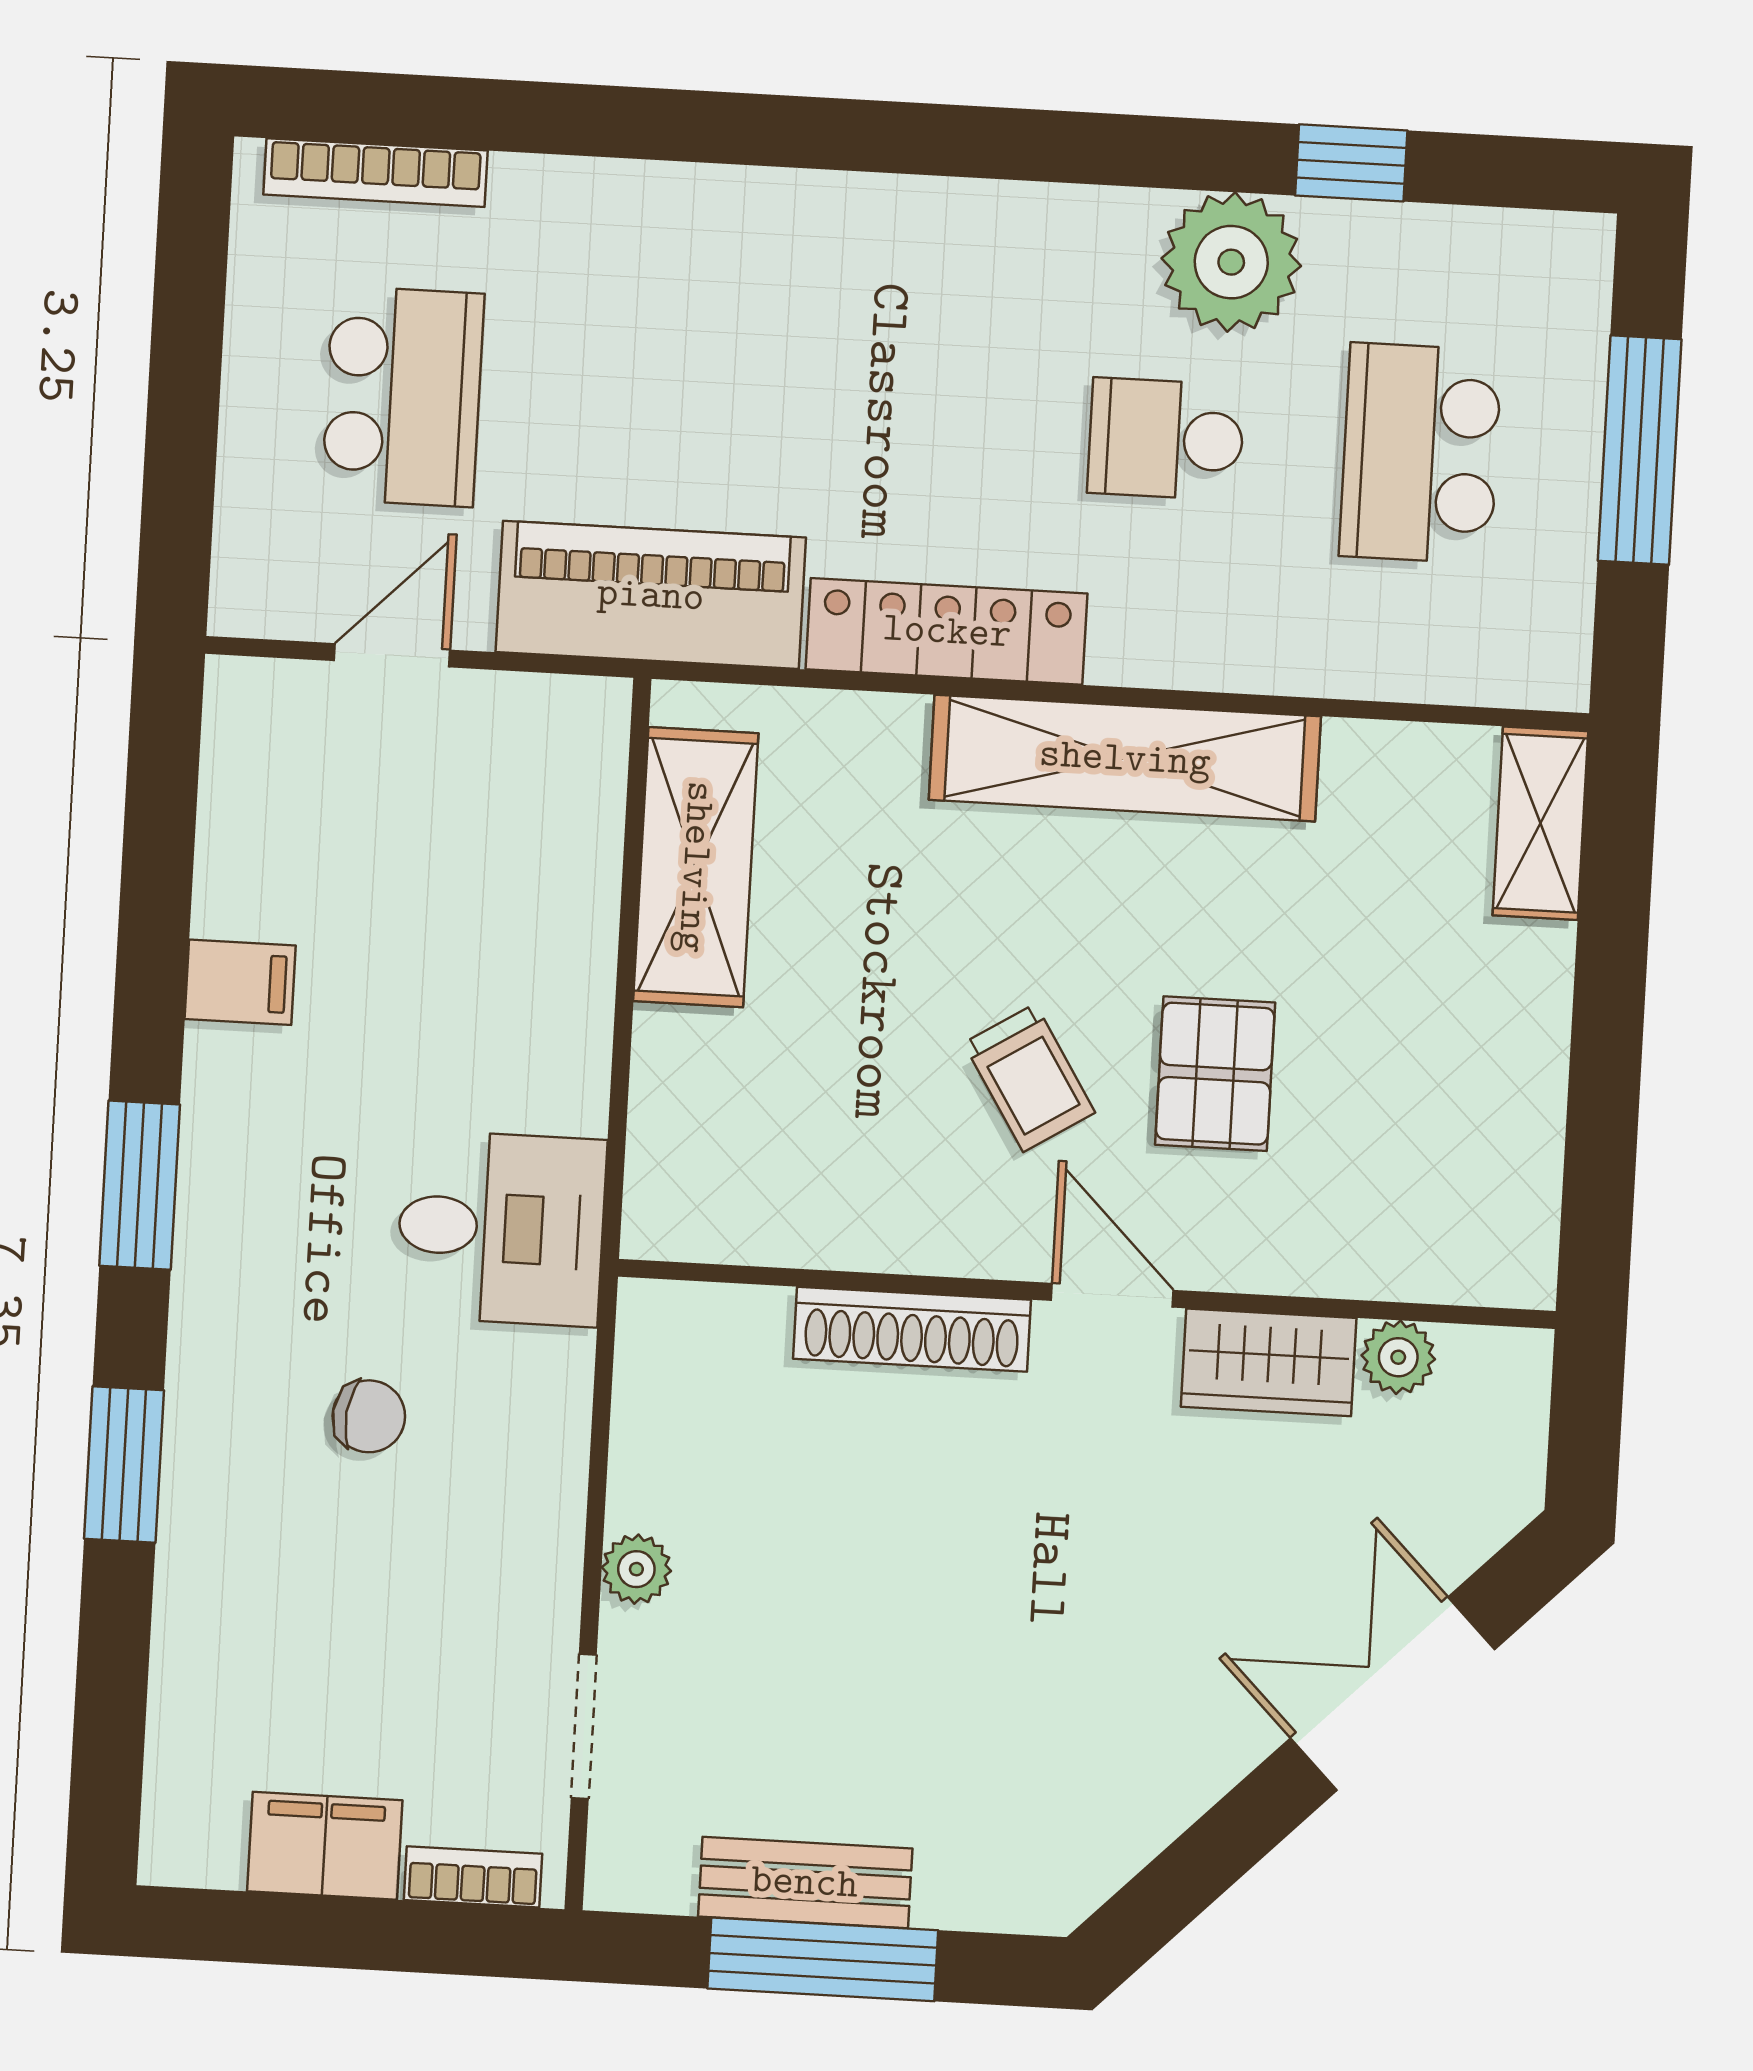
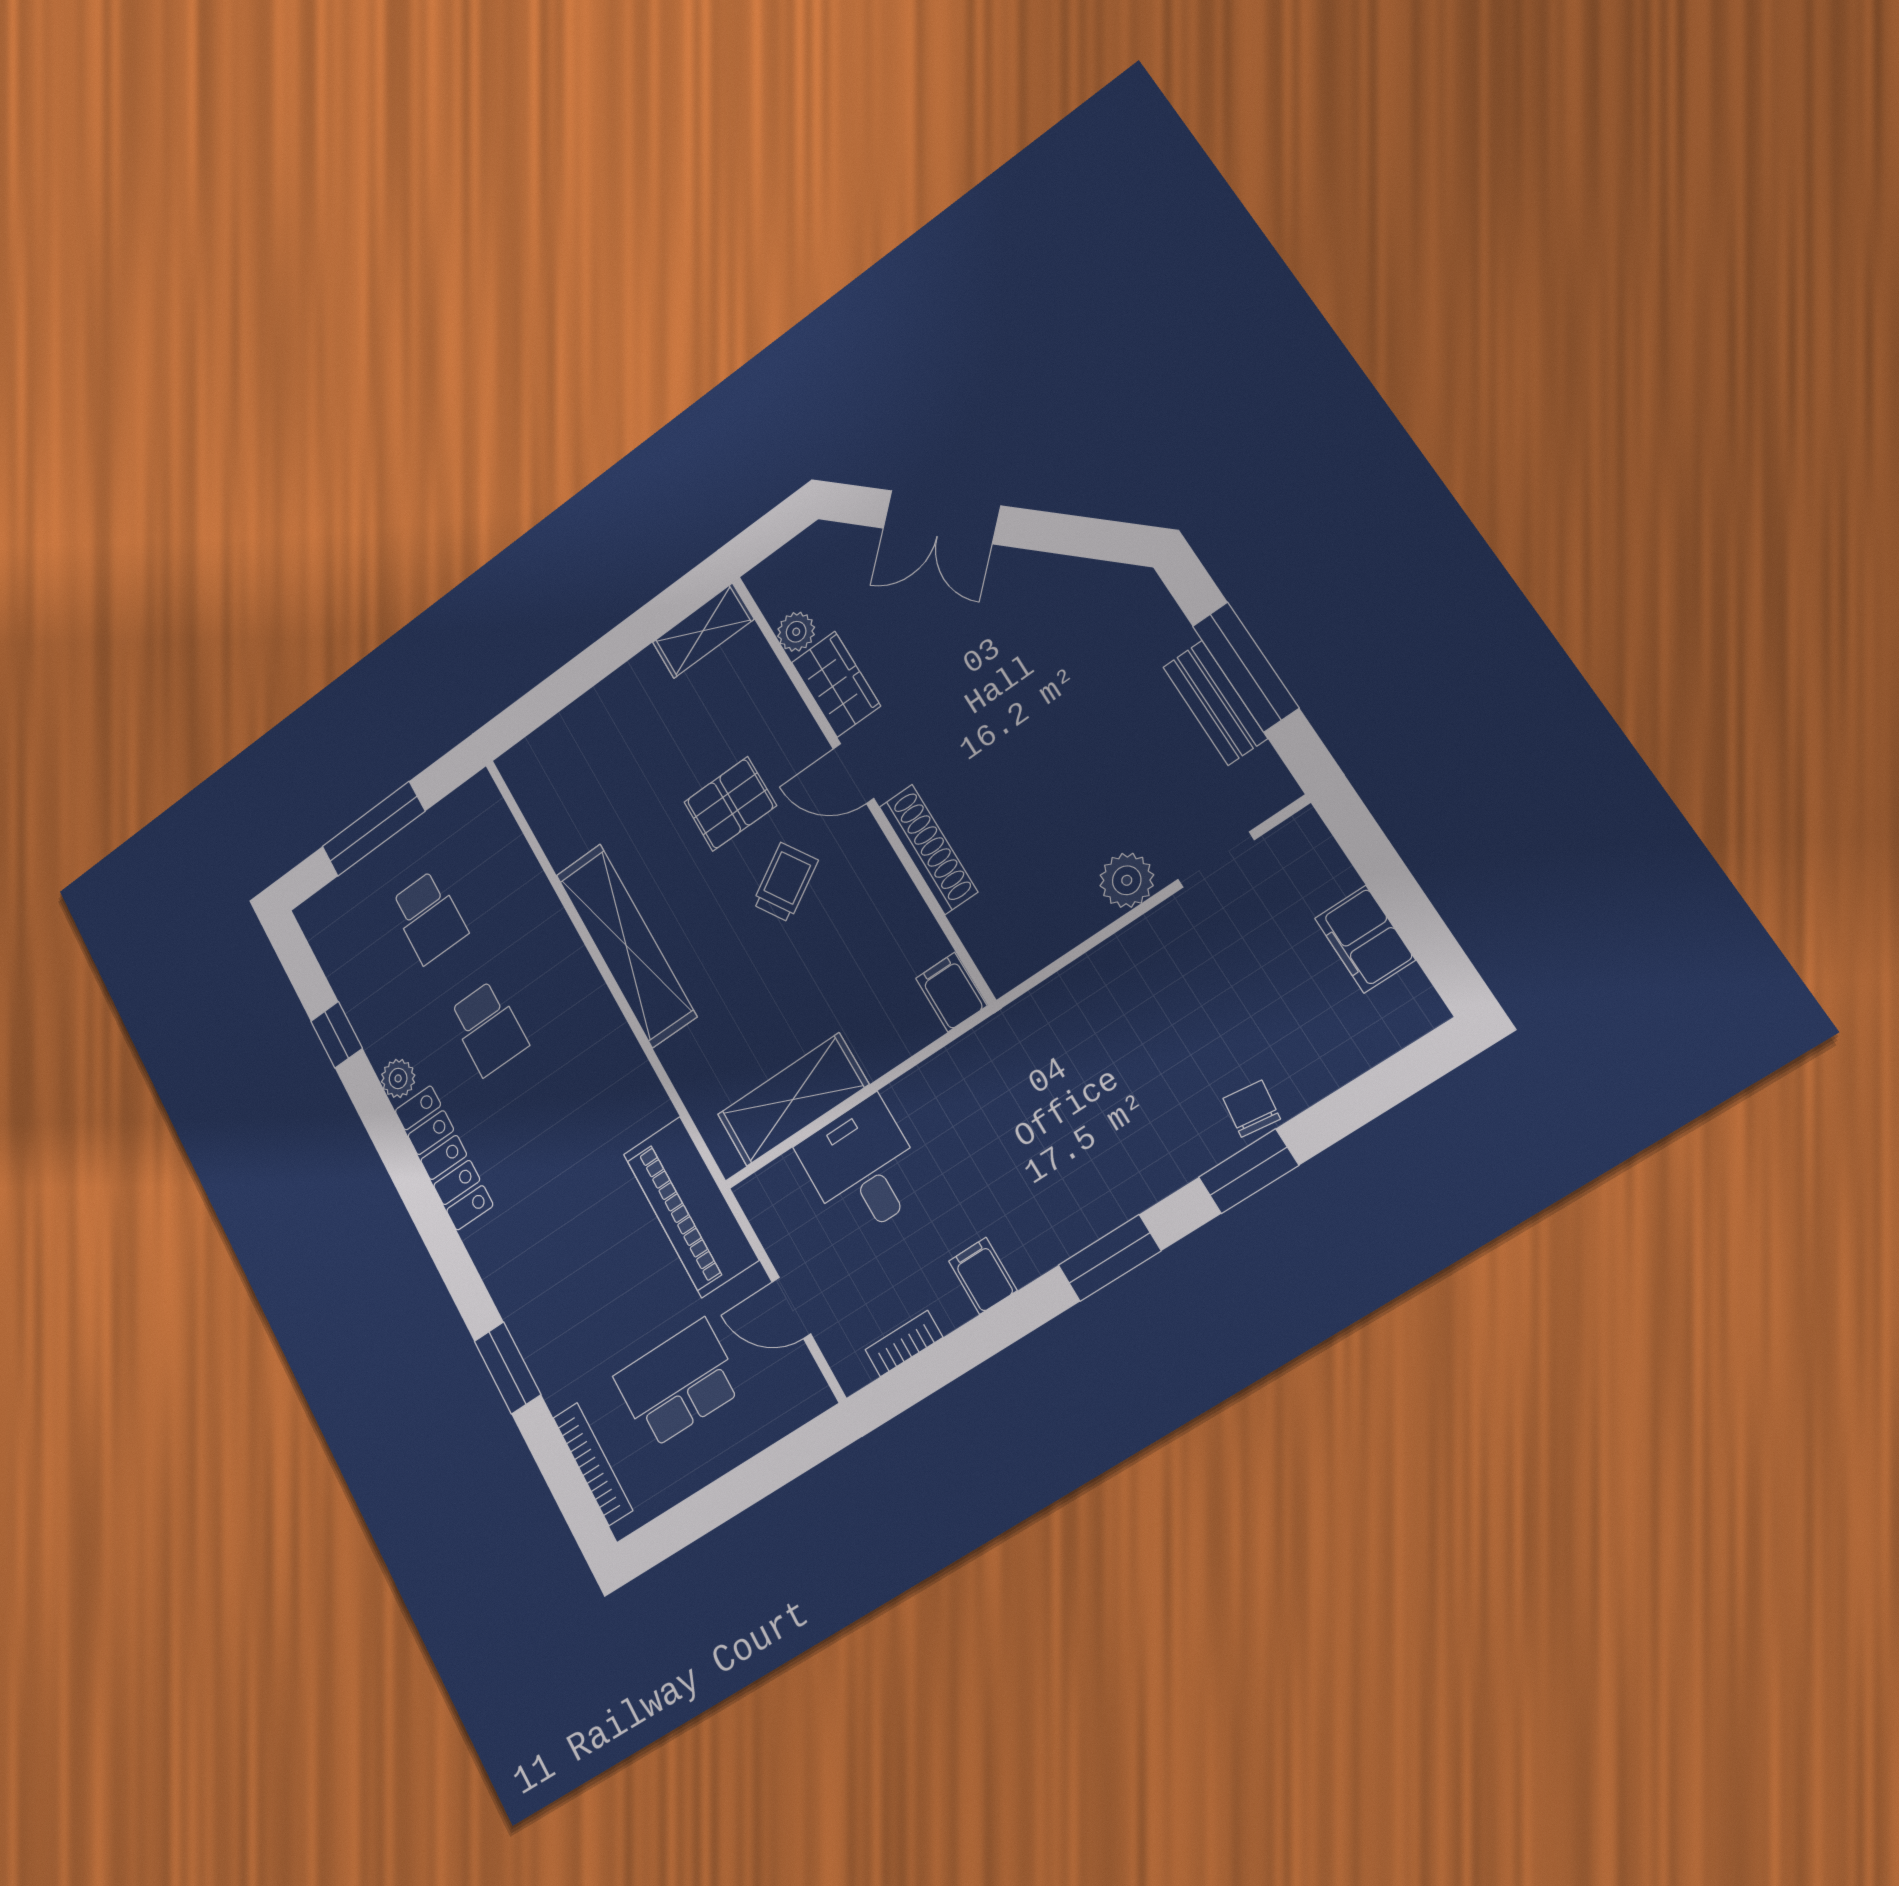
window: (615, 122) -> (507, 1368), added
plant: (1231, 262) -> (398, 1078), width x0.53, depth x0.53
school desk: (1420, 453) -> (429, 917), width x0.54
locker: (947, 631) -> (444, 1158), moved, turned 180
shelving: (1540, 823) -> (703, 631), moved
filing cabinet: (678, 1218) -> (951, 992), added
desk: (501, 1228) -> (863, 1168), moved
door: (1112, 1295) -> (853, 773), hinge flipped
chair: (369, 1416) -> (1252, 1109), moved
plant: (636, 1569) -> (1127, 880), width x1.38, depth x1.38
bookcase: (473, 1877) -> (904, 1344), moved, turned 90

